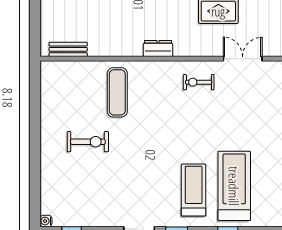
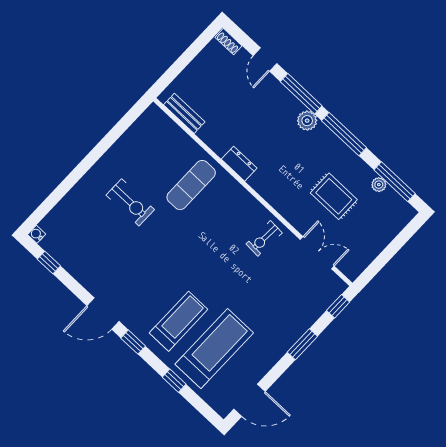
dresser: (158, 48) -> (239, 164), moved
exercise bike: (199, 82) -> (264, 238), turned -87

